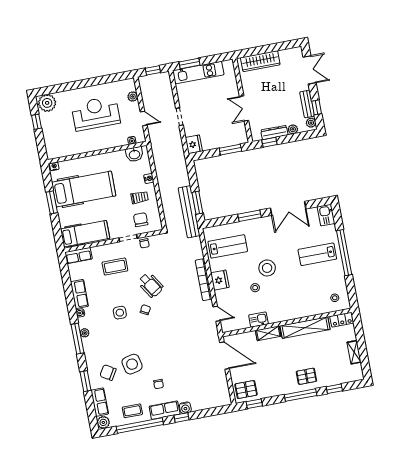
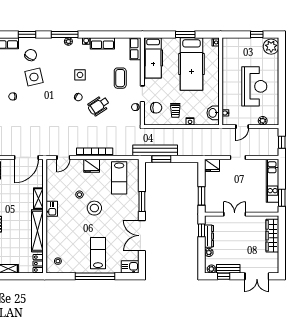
window: (189, 63) -> (282, 198), moved
kitchen sink: (258, 320) -> (52, 209), moved

